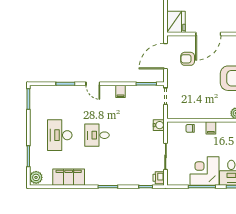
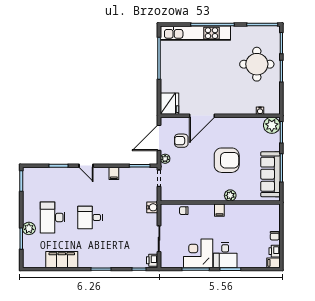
plant: (172, 77) -> (165, 159), added
filing cabinet: (211, 128) -> (219, 210), moved
plant: (36, 177) -> (29, 228), moved

